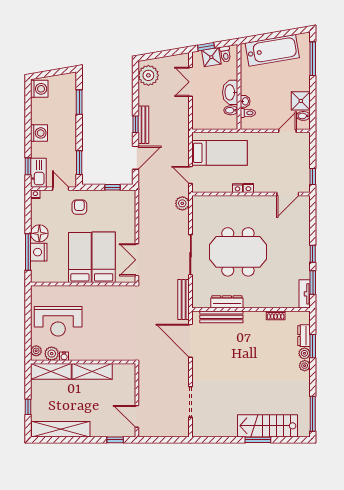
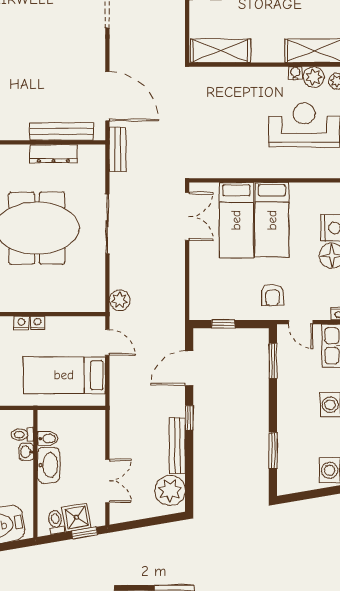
bench: (143, 125) -> (177, 446), moved
bench: (184, 300) -> (118, 149), width x0.73
shelving: (92, 371) -> (220, 51), moved

